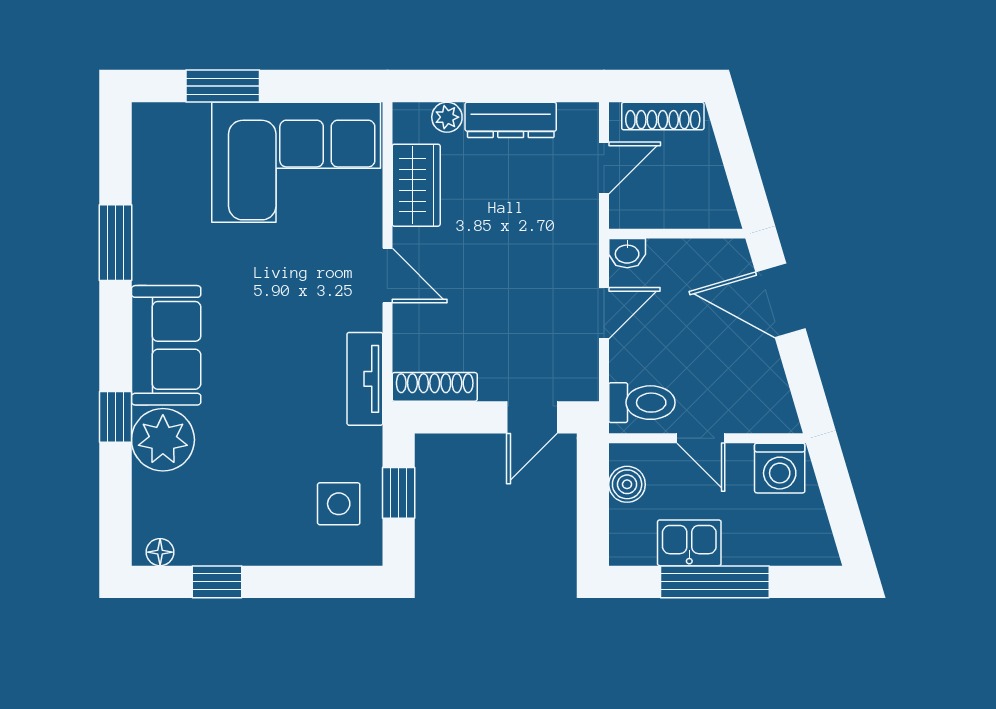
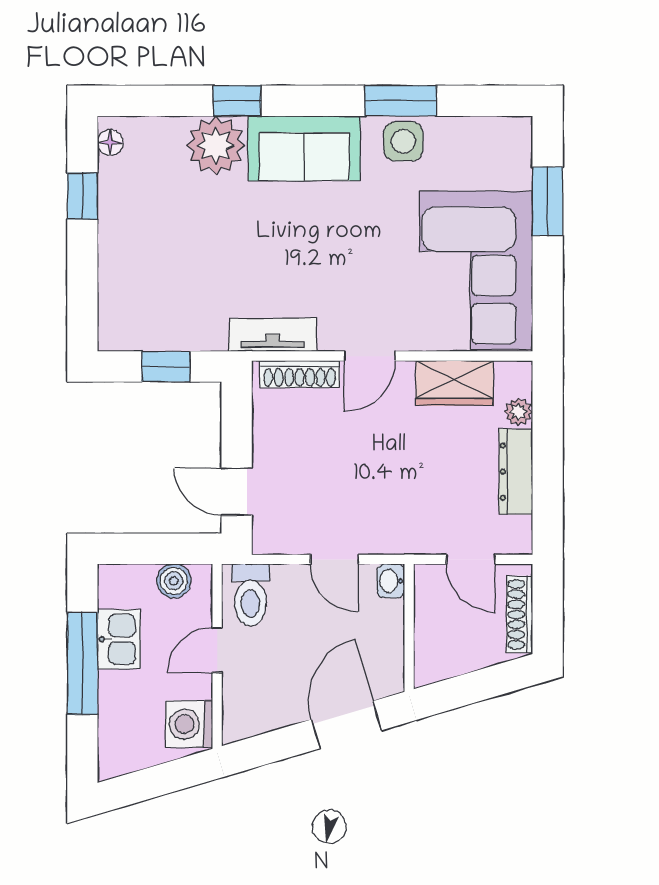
shoe rack: (435, 387) -> (300, 374), moved, turned 90
side table: (339, 504) -> (403, 141), moved

